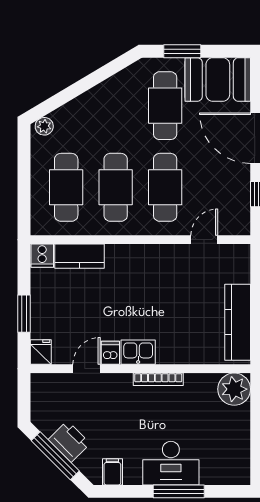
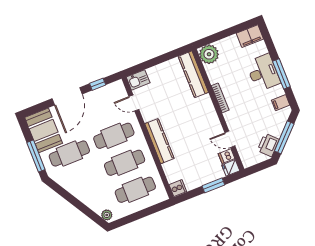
window: (182, 51) -> (36, 156), width x1.44
kitchen counter: (80, 256) -> (159, 141), moved, width x1.50
kitchen counter: (238, 322) -> (193, 74), moved, turned 90
kitchen sink: (138, 352) -> (138, 80), moved, turned -90
dishwasher: (110, 353) -> (227, 156), moved
printer: (69, 442) -> (268, 145), moved
filing cabinet: (237, 465) -> (250, 36), added
window: (179, 491) -> (281, 74), moved

